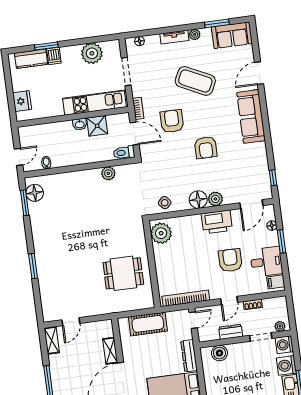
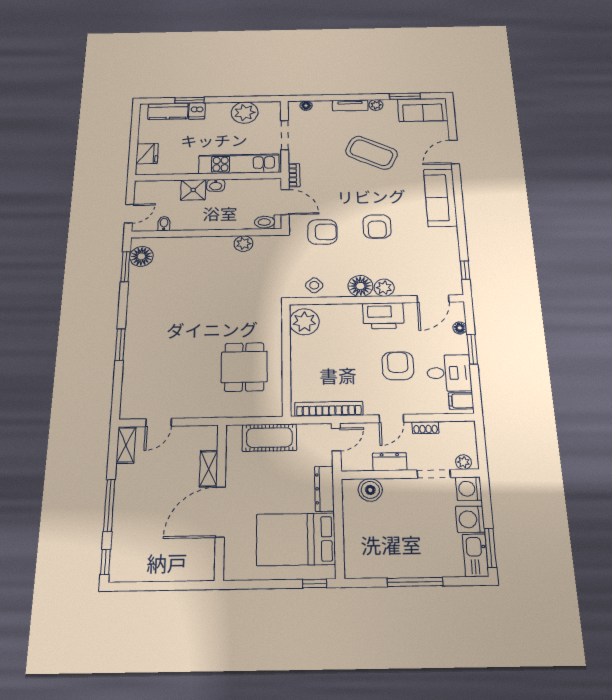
armchair: (172, 121) -> (322, 232), moved, turned 90
shower: (97, 126) -> (193, 190), moved
dining table: (123, 273) -> (244, 367), turned 90

